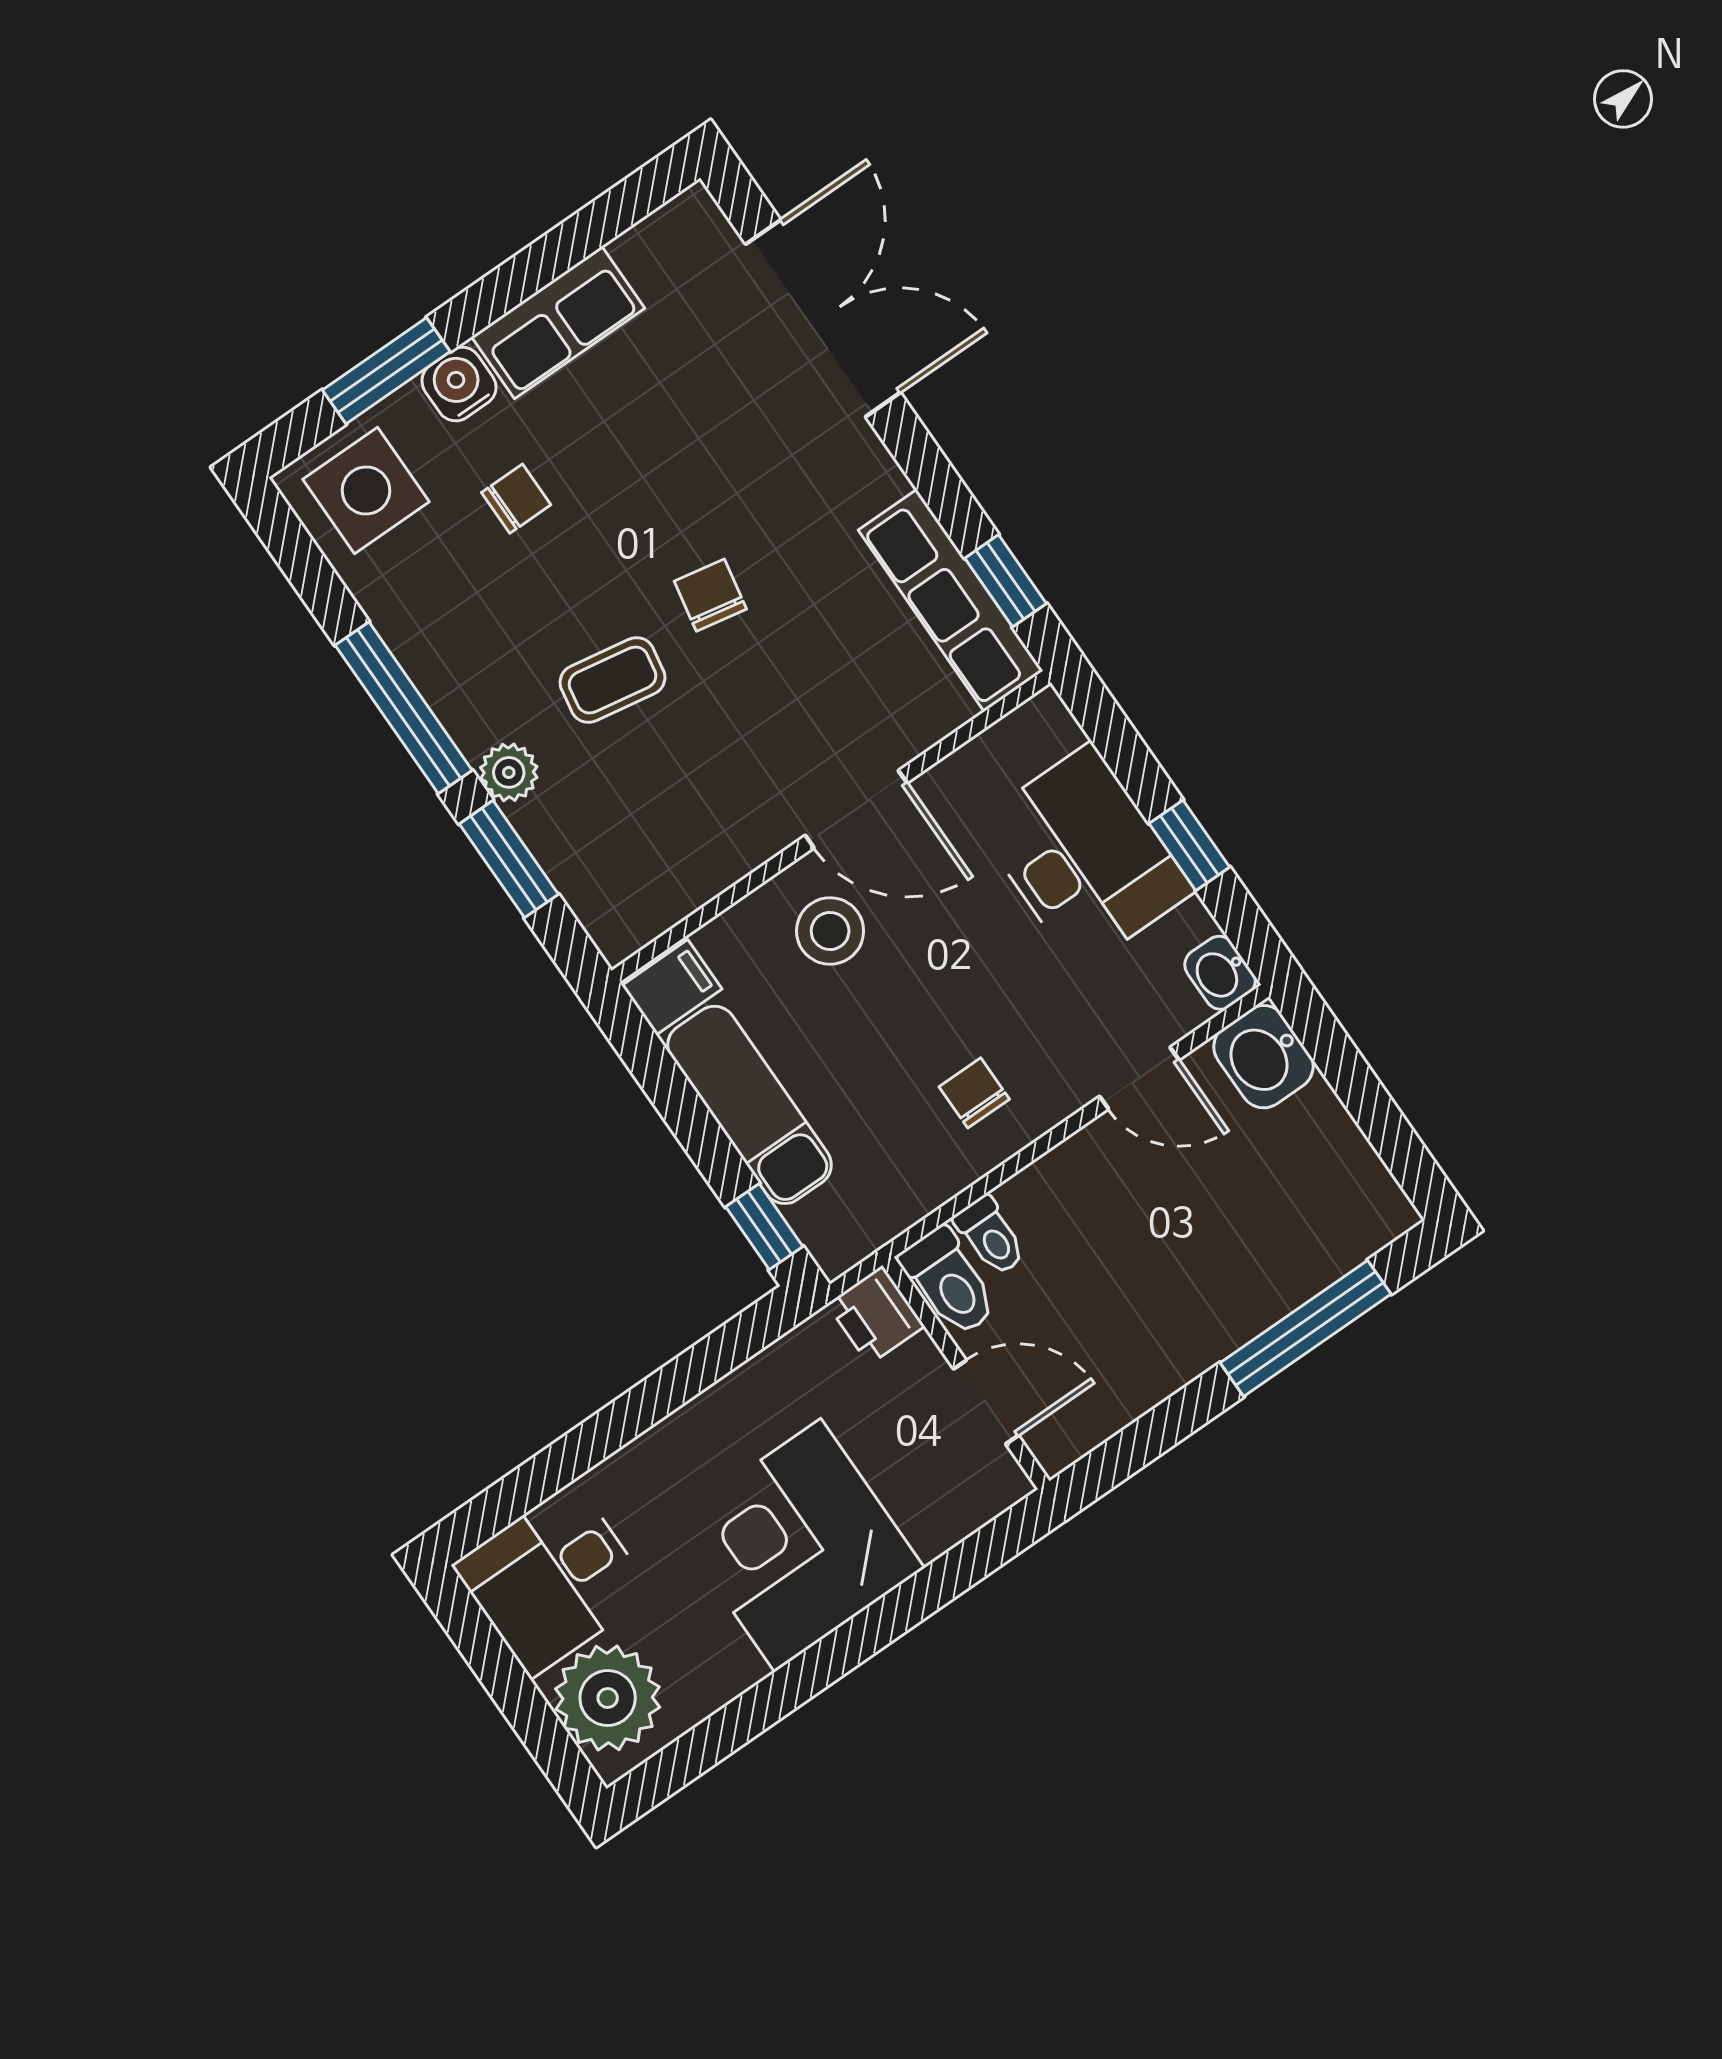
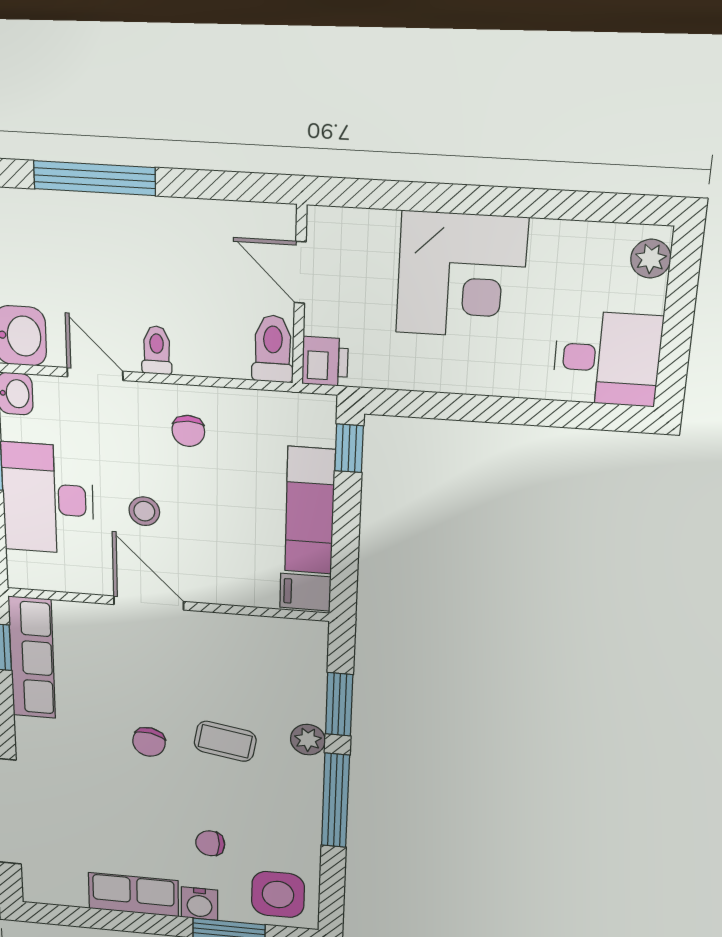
stool: (830, 931) -> (144, 511), moved, width x0.73, depth x0.73
toilet: (990, 1236) -> (157, 350), moved
plant: (608, 1698) -> (651, 259), width x0.53, depth x0.53

